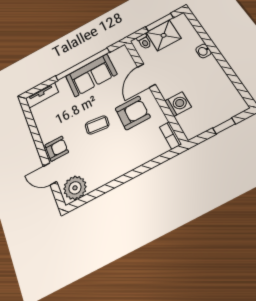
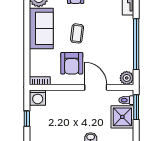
window: (160, 22) -> (136, 107), moved
plant: (121, 54) -> (127, 78), added
sofa: (91, 75) -> (41, 28), moved, turned 180
washing machine: (178, 104) -> (38, 98), moved

